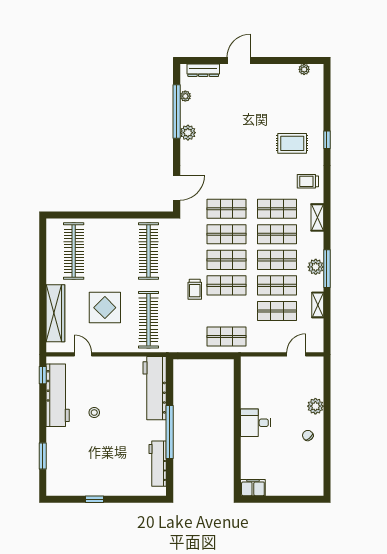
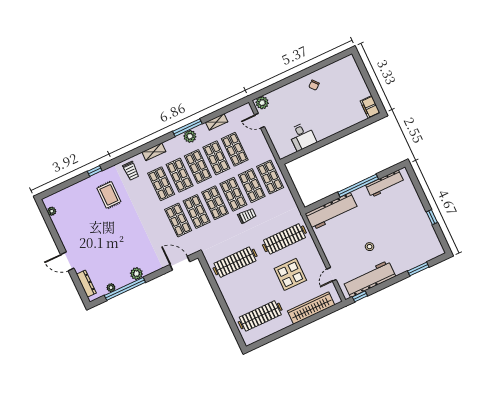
shop shelf: (227, 311) -> (252, 186), added
plant: (315, 406) -> (262, 103), moved
desk: (256, 423) -> (302, 136), moved

